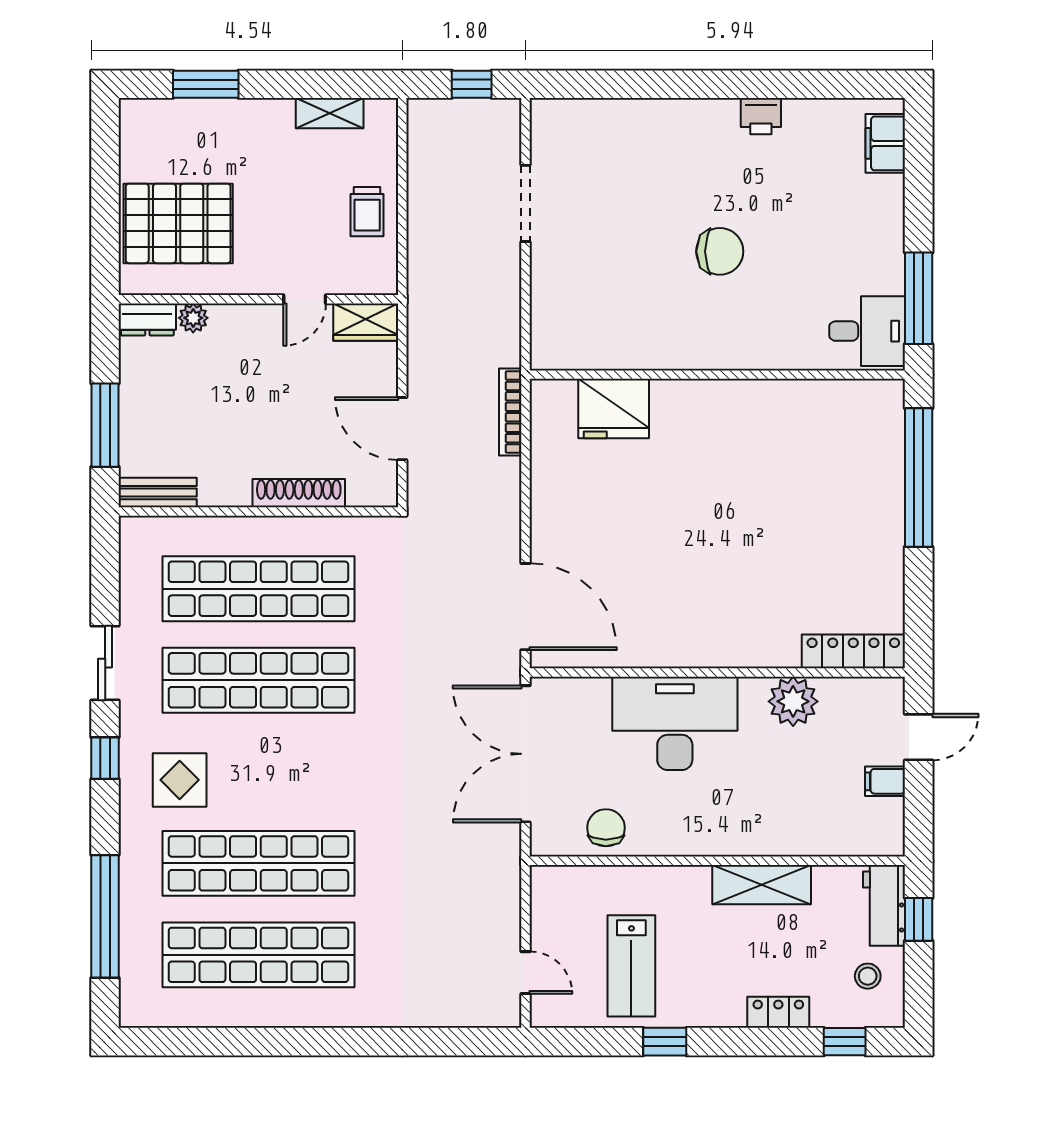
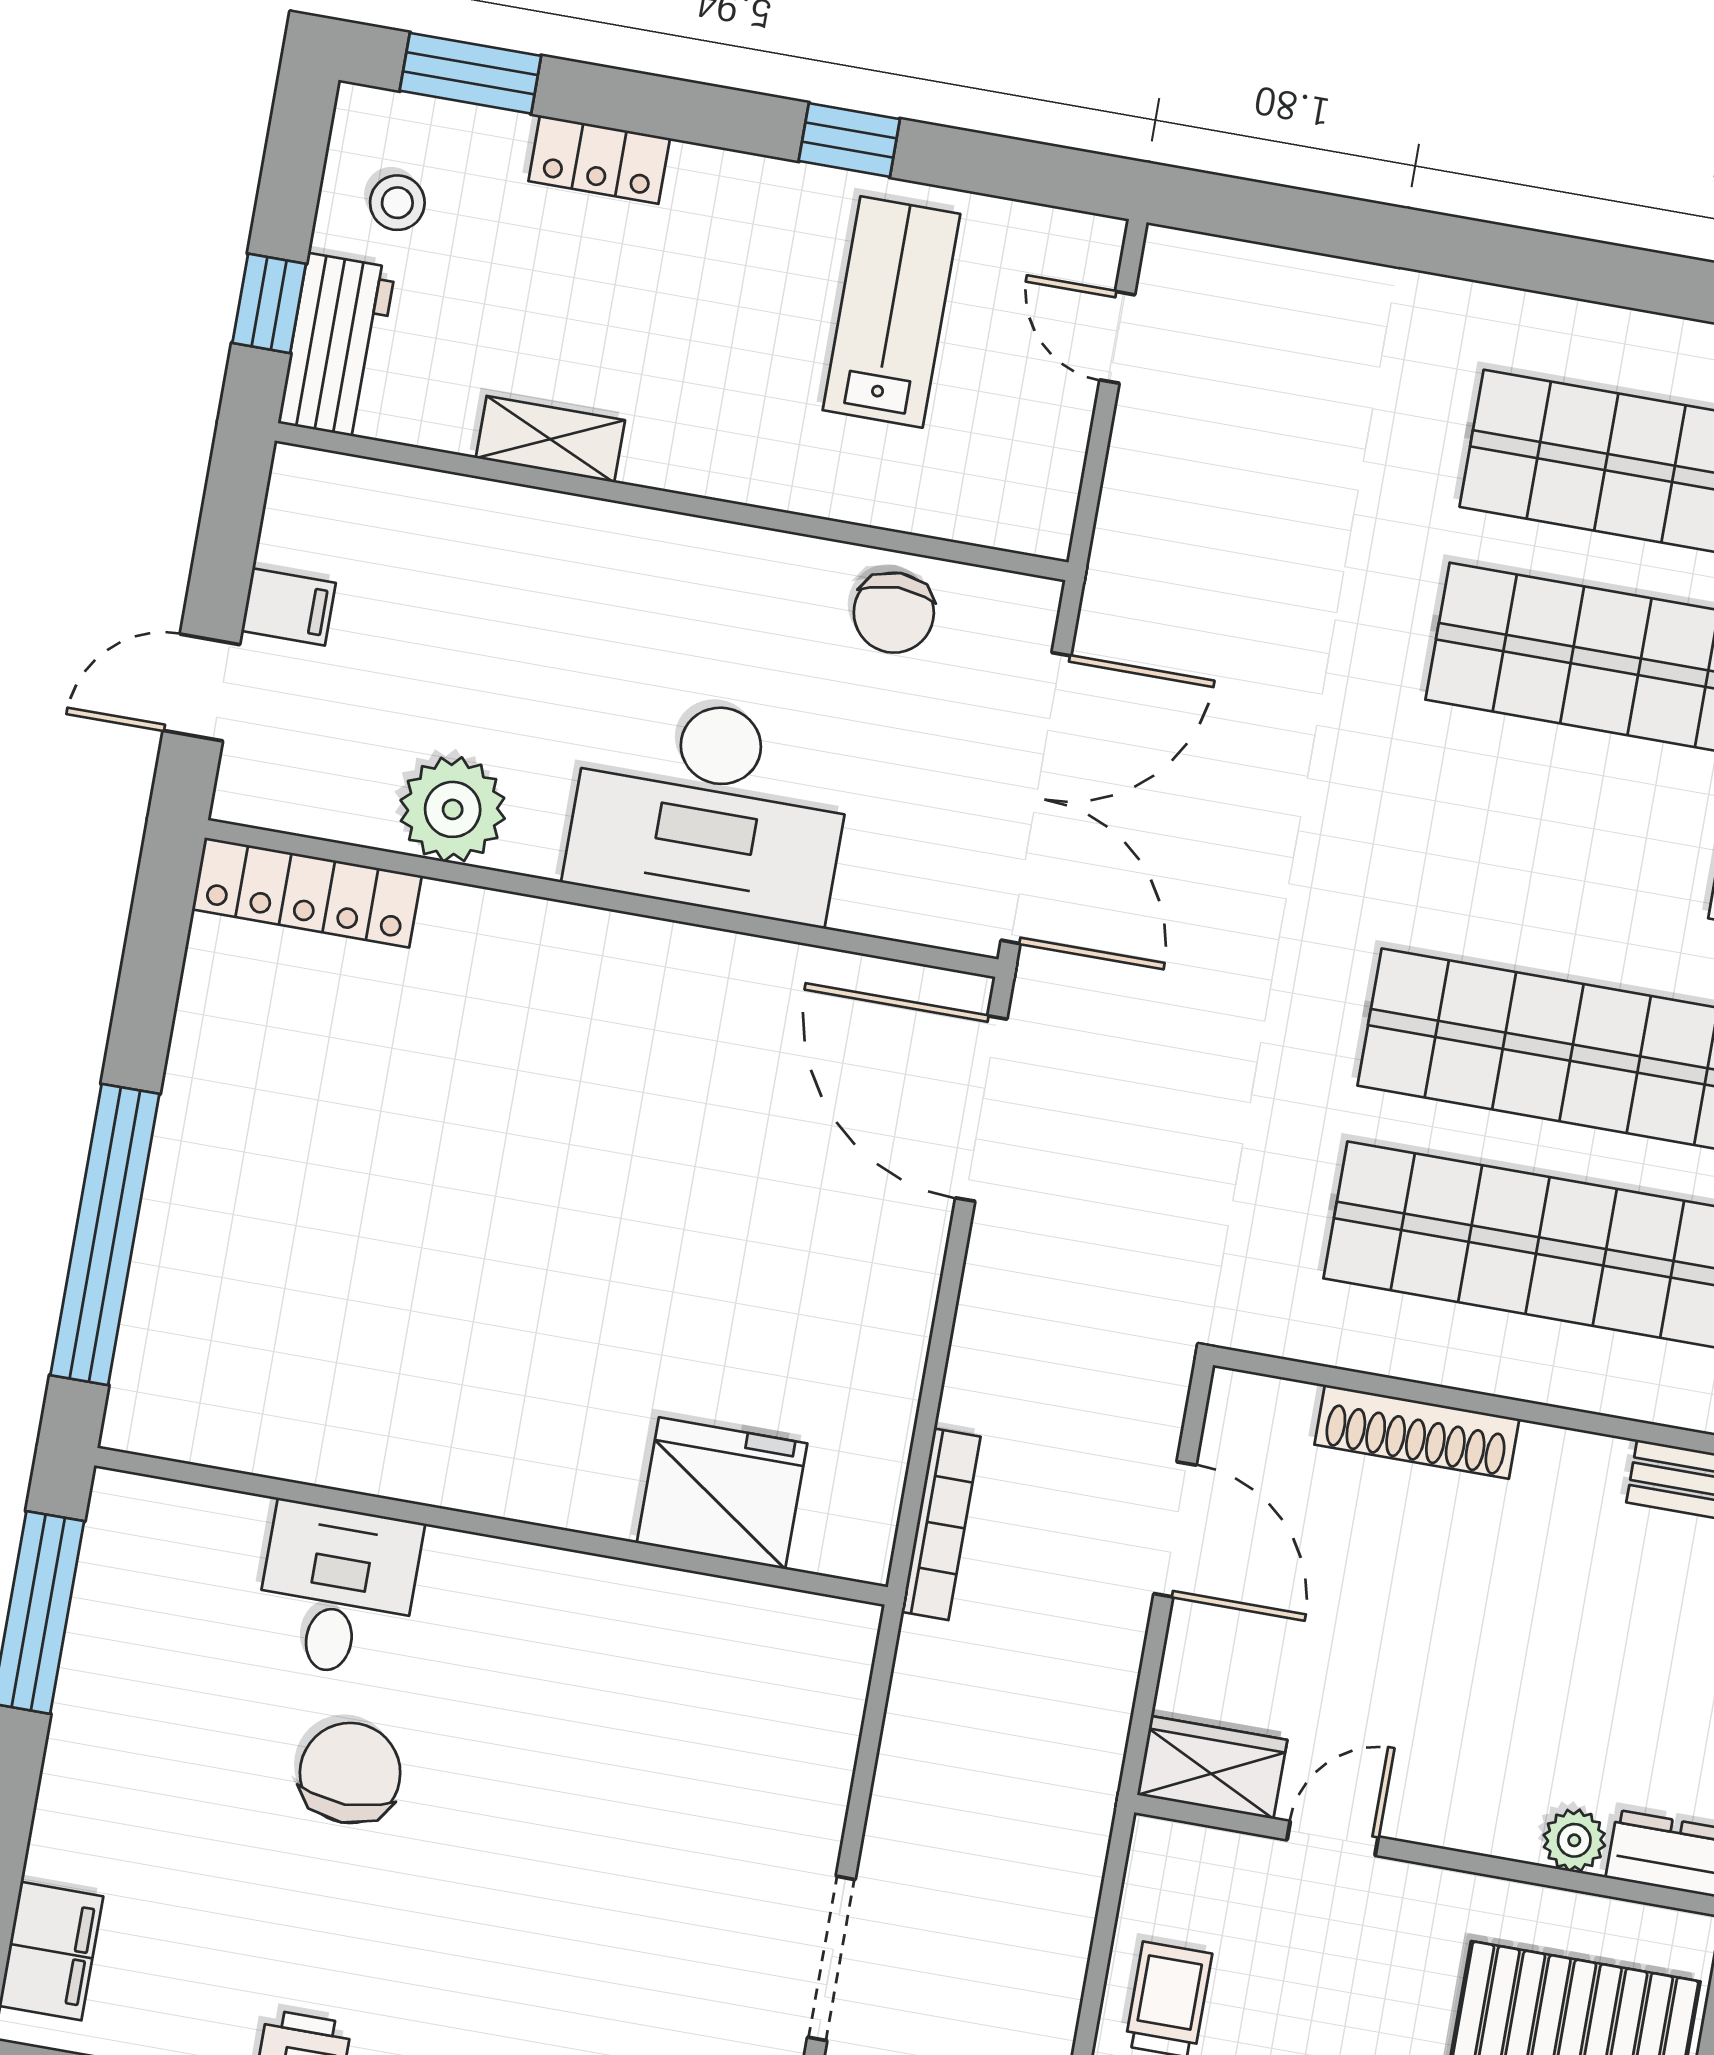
chair: (720, 251) -> (350, 1773), moved, turned 90
desk: (867, 331) -> (338, 1590), moved, turned 90
shelving: (762, 885) -> (550, 439), width x0.67, depth x0.75
window: (845, 1042) -> (470, 73), width x1.50

